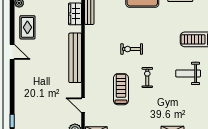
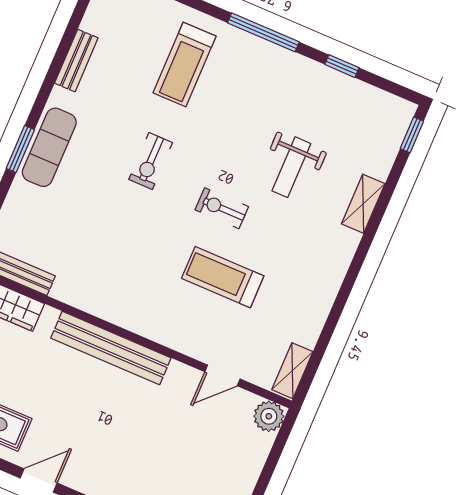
exercise bike: (132, 49) -> (151, 161), moved
weight bench: (188, 73) -> (291, 167), moved

